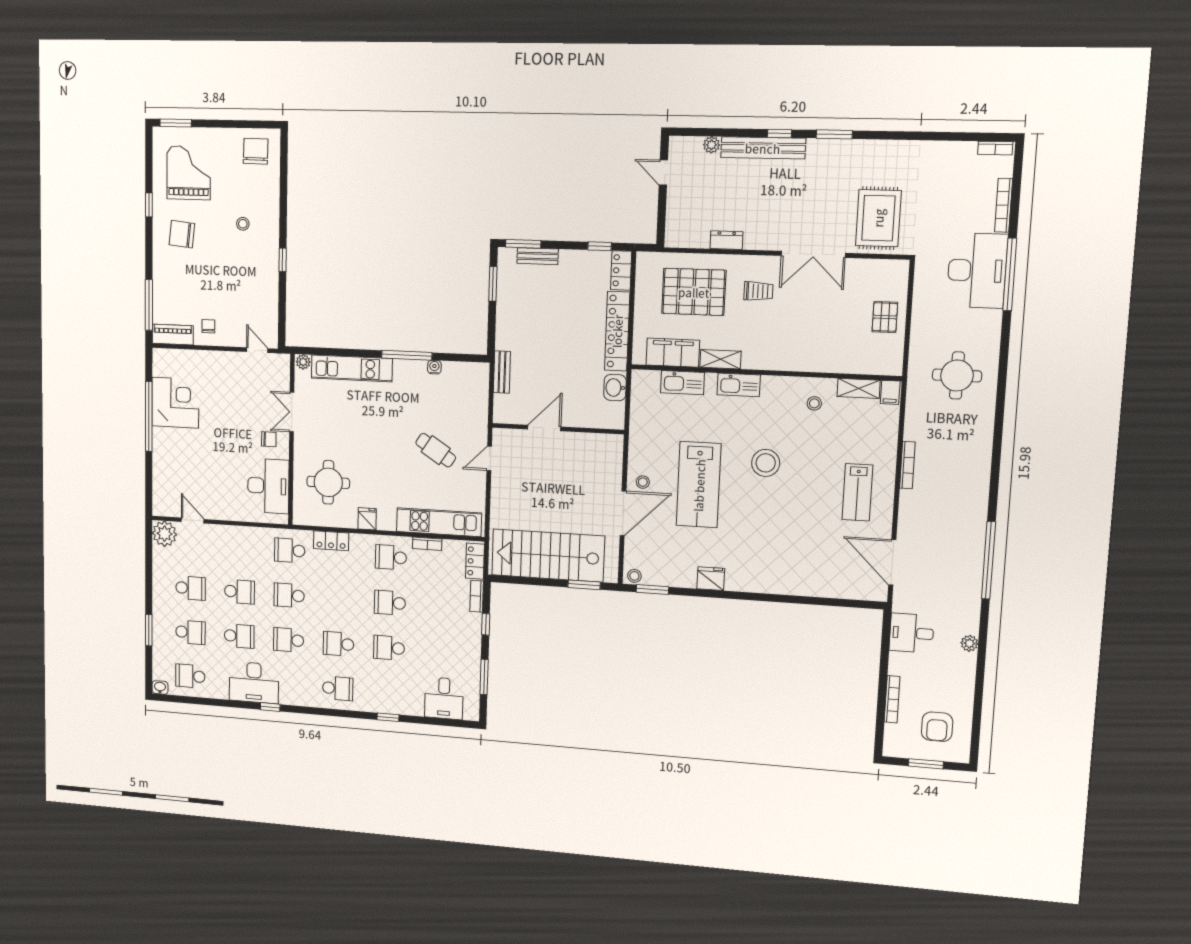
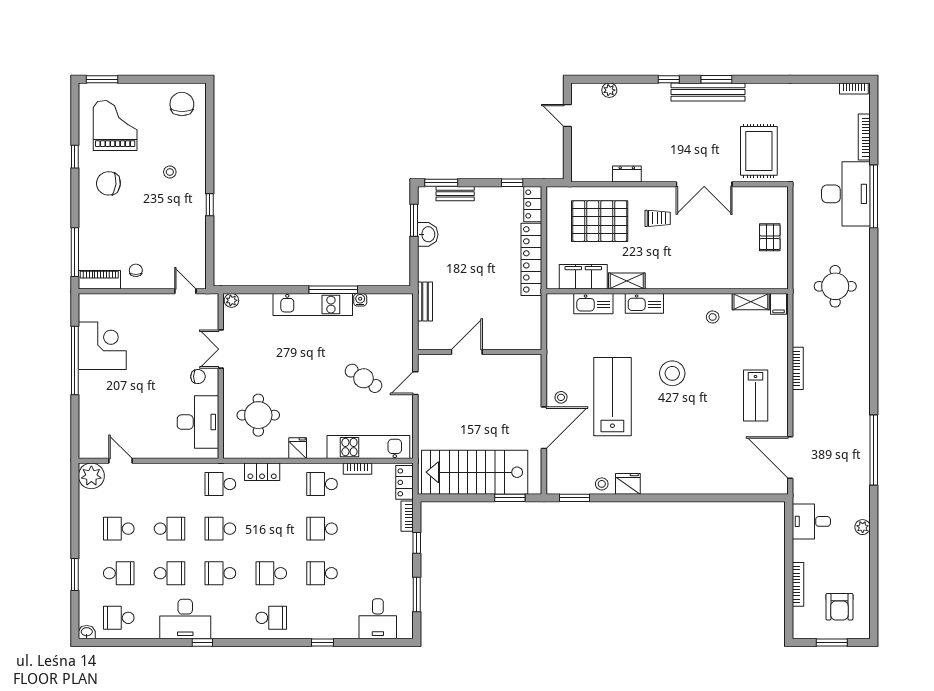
bench: (763, 148) -> (708, 92), moved
kitchen unit: (352, 368) -> (313, 305), moved
washbasin: (615, 388) -> (428, 234), moved, turned 180
lab bench: (699, 485) -> (612, 397), turned 180
stool: (634, 576) -> (602, 484), moved
school desk: (191, 588) -> (119, 529), turned 180

